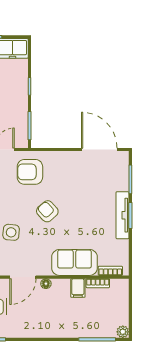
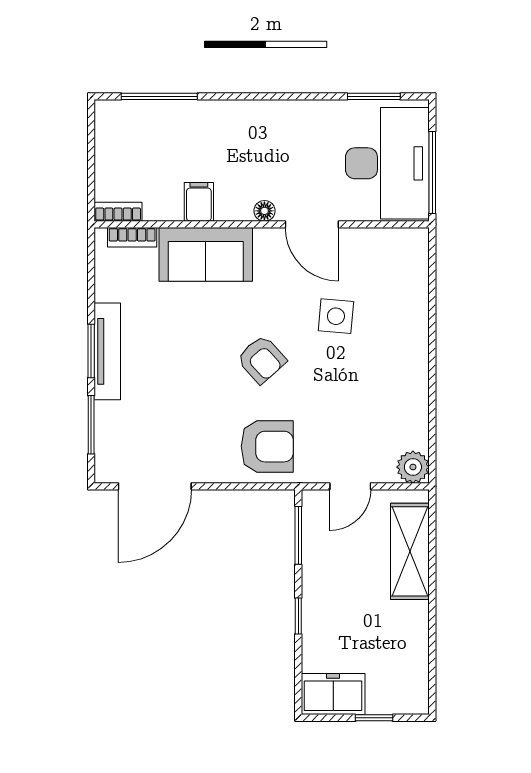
door: (99, 150) -> (155, 486), hinge flipped
armchair: (30, 172) -> (267, 447), moved
door: (23, 277) -> (312, 224), swing flipped
bookcase: (98, 283) -> (118, 212), moved
plant: (123, 332) -> (107, 112), removed

